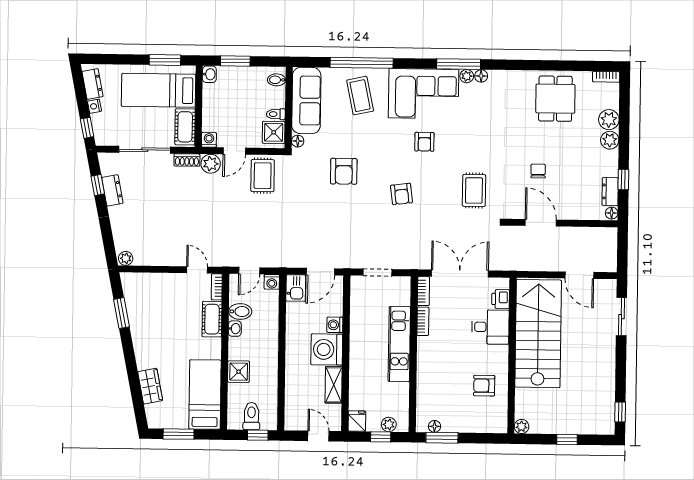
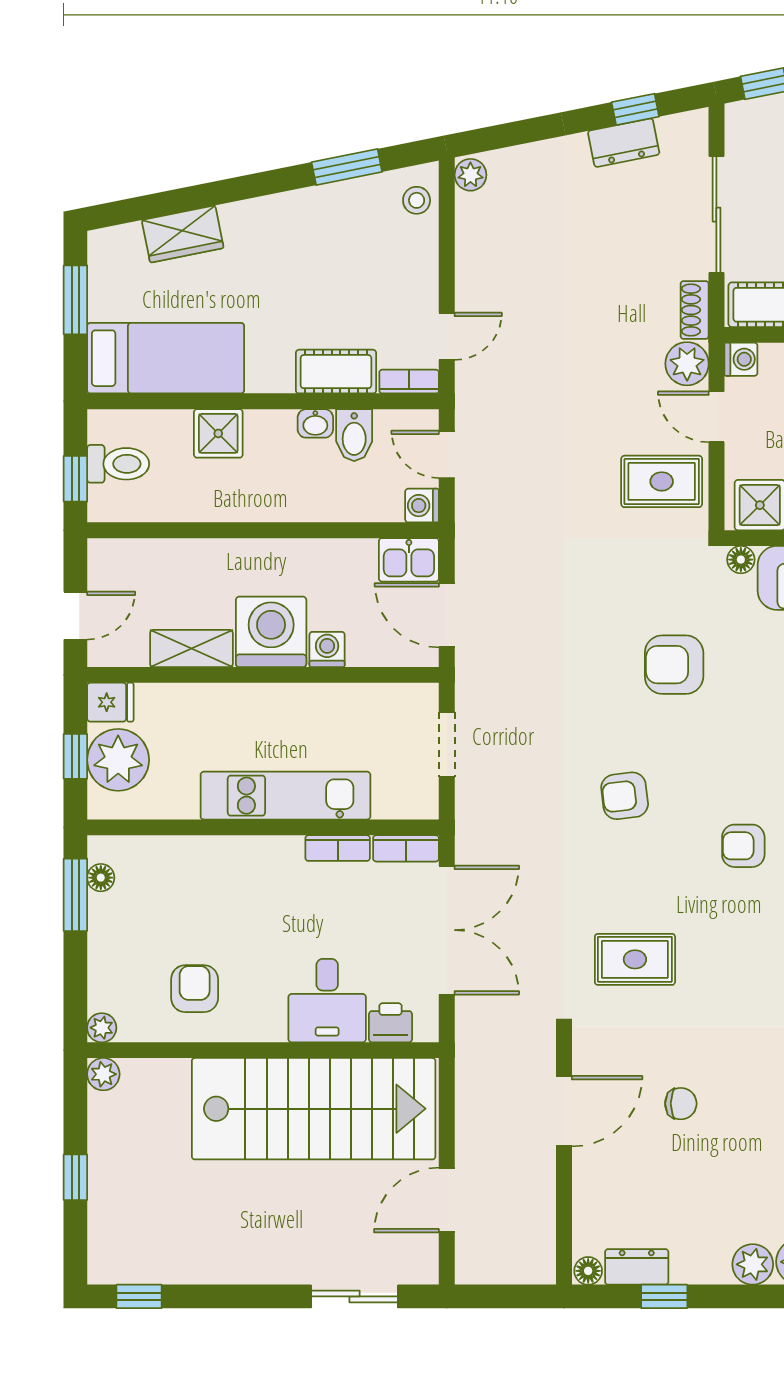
stool: (137, 282) -> (417, 200), added
plant: (389, 424) -> (118, 760), width x1.88, depth x1.88
plant: (501, 427) -> (102, 1028), added

